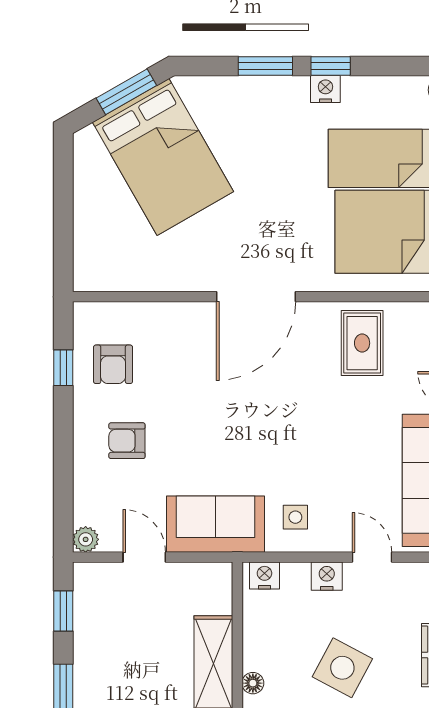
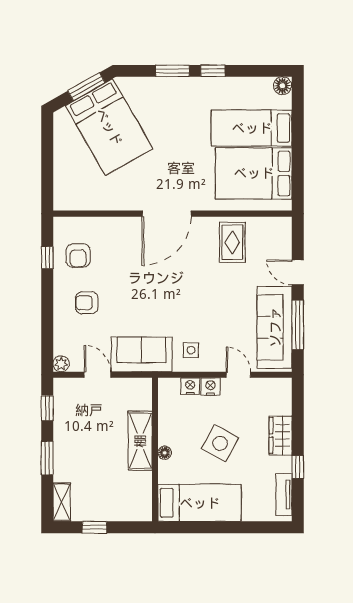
nightstand: (325, 89) -> (210, 85), removed
nightstand: (264, 575) -> (190, 386), moved

